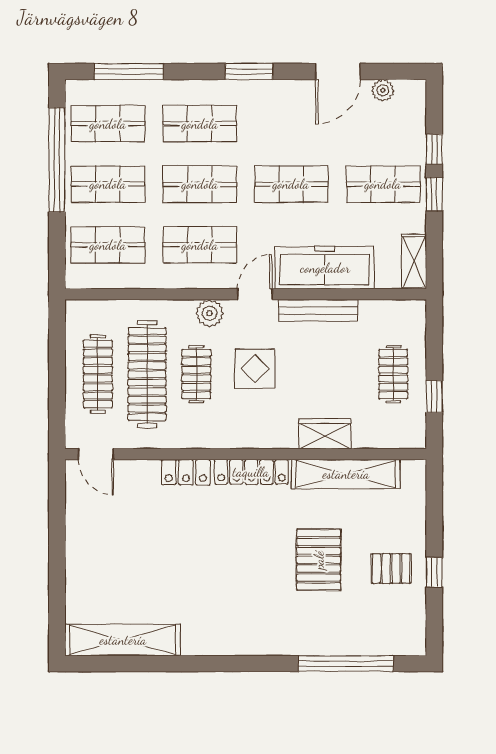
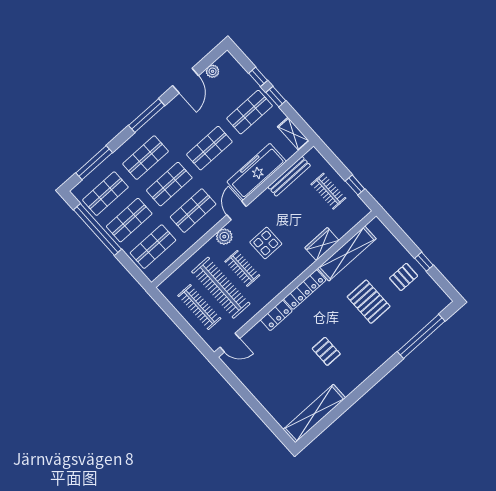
window: (249, 72) -> (147, 115), width x1.44
bench: (318, 310) -> (289, 176), moved
pallet: (208, 575) -> (326, 351), added

